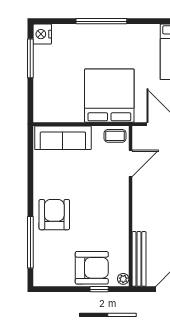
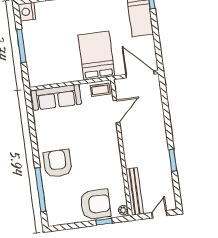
window: (30, 58) -> (21, 46), moved
bed: (109, 96) -> (96, 56), width x0.73

